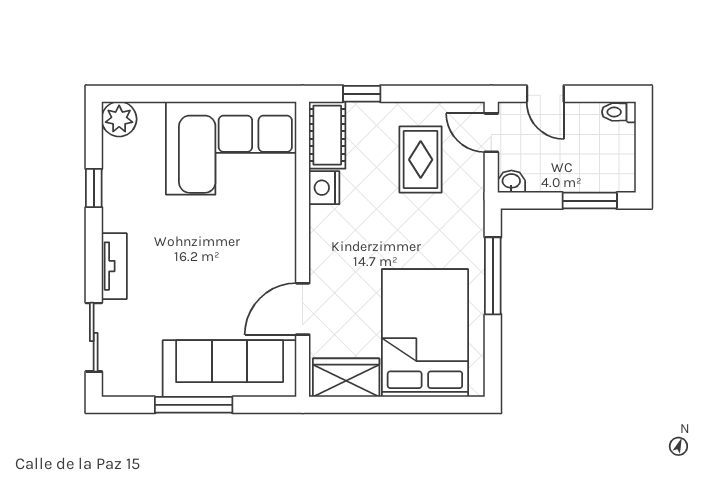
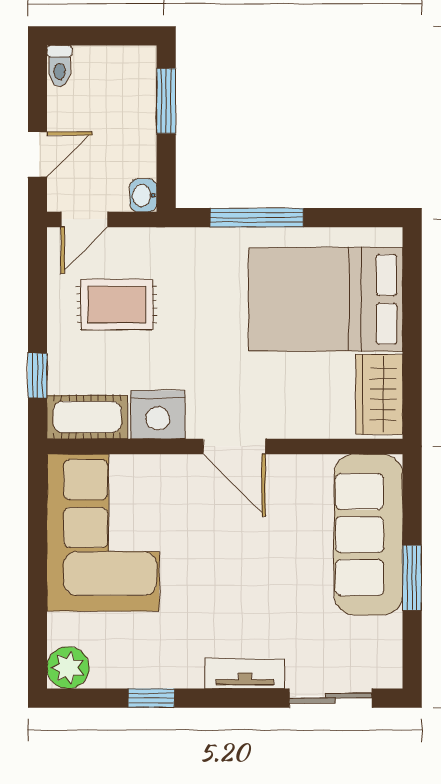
nightstand: (324, 188) -> (158, 415), width x1.36, depth x1.33
door: (303, 309) -> (234, 446), moved
window: (194, 405) -> (412, 578), width x0.69

